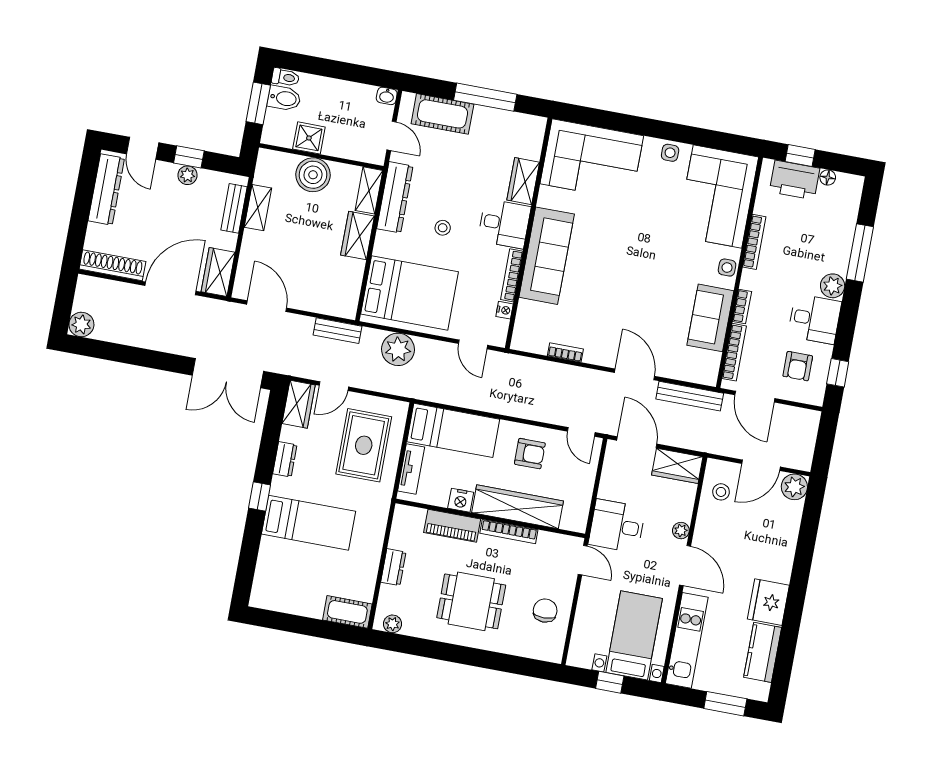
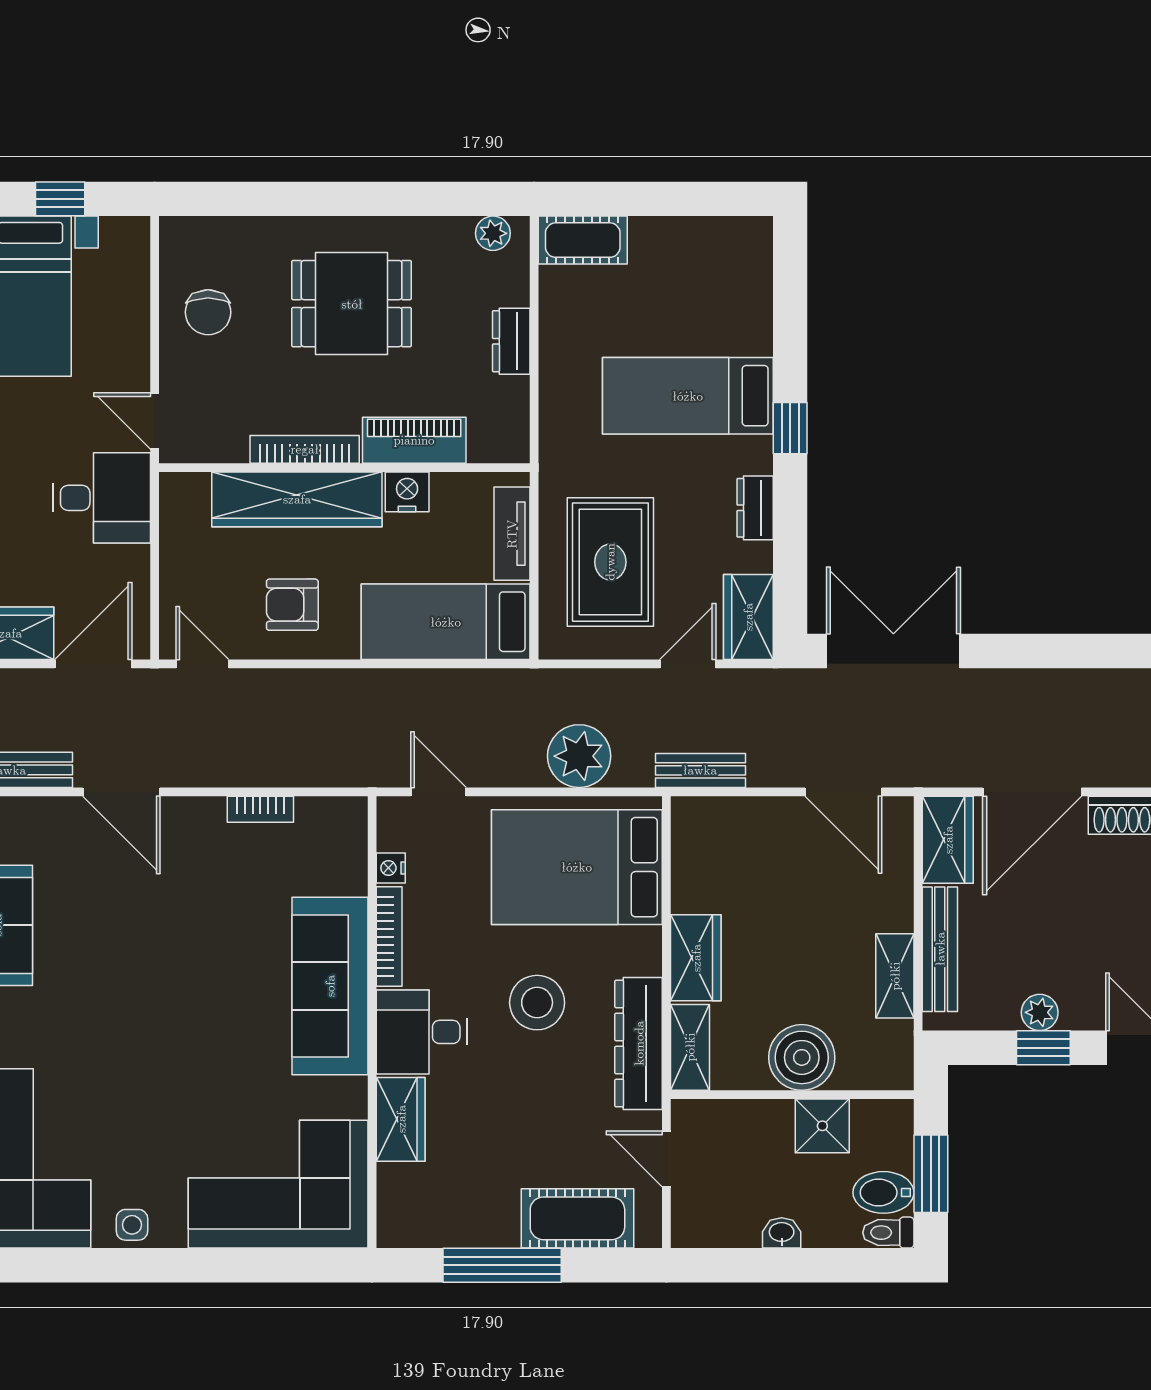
washbasin: (387, 96) -> (782, 1233), moved
bench: (234, 208) -> (940, 949), width x1.36
stool: (443, 228) -> (537, 1003), width x1.89, depth x1.89
door: (637, 442) -> (93, 664), swing flipped

